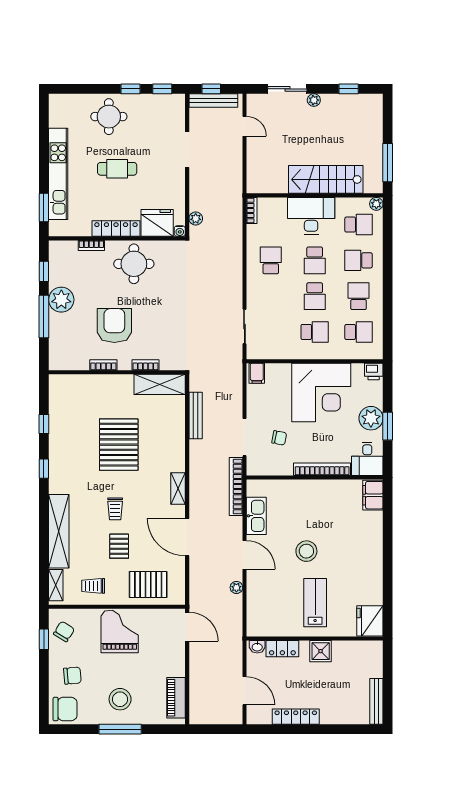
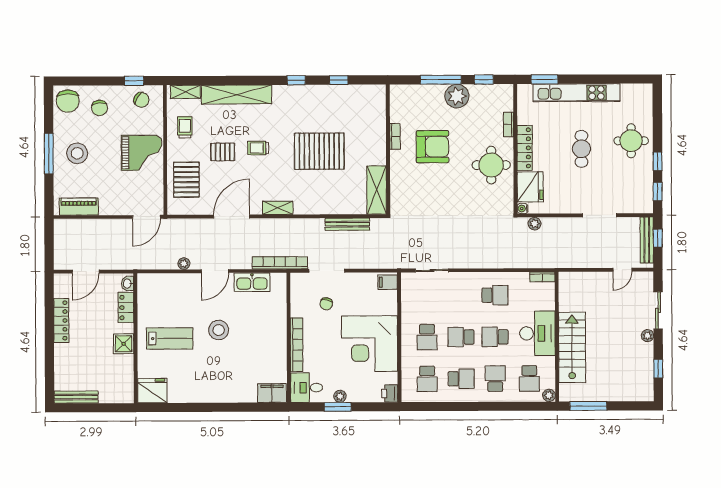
bookcase: (145, 365) -> (395, 176), removed
plant: (371, 418) -> (340, 396), width x0.53, depth x0.53

